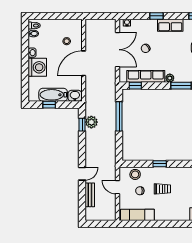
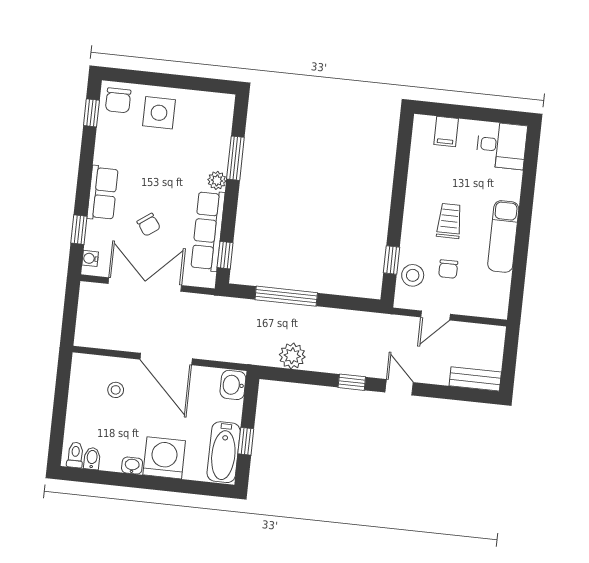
window: (157, 16) -> (79, 230), moved
row of seats: (170, 25) -> (103, 193), moved
bathtub: (53, 95) -> (224, 452), moved
window: (82, 125) -> (352, 382), moved
window: (160, 164) -> (391, 260), moved
bench: (90, 195) -> (475, 379), moved
exam couch: (137, 215) -> (503, 236), moved

